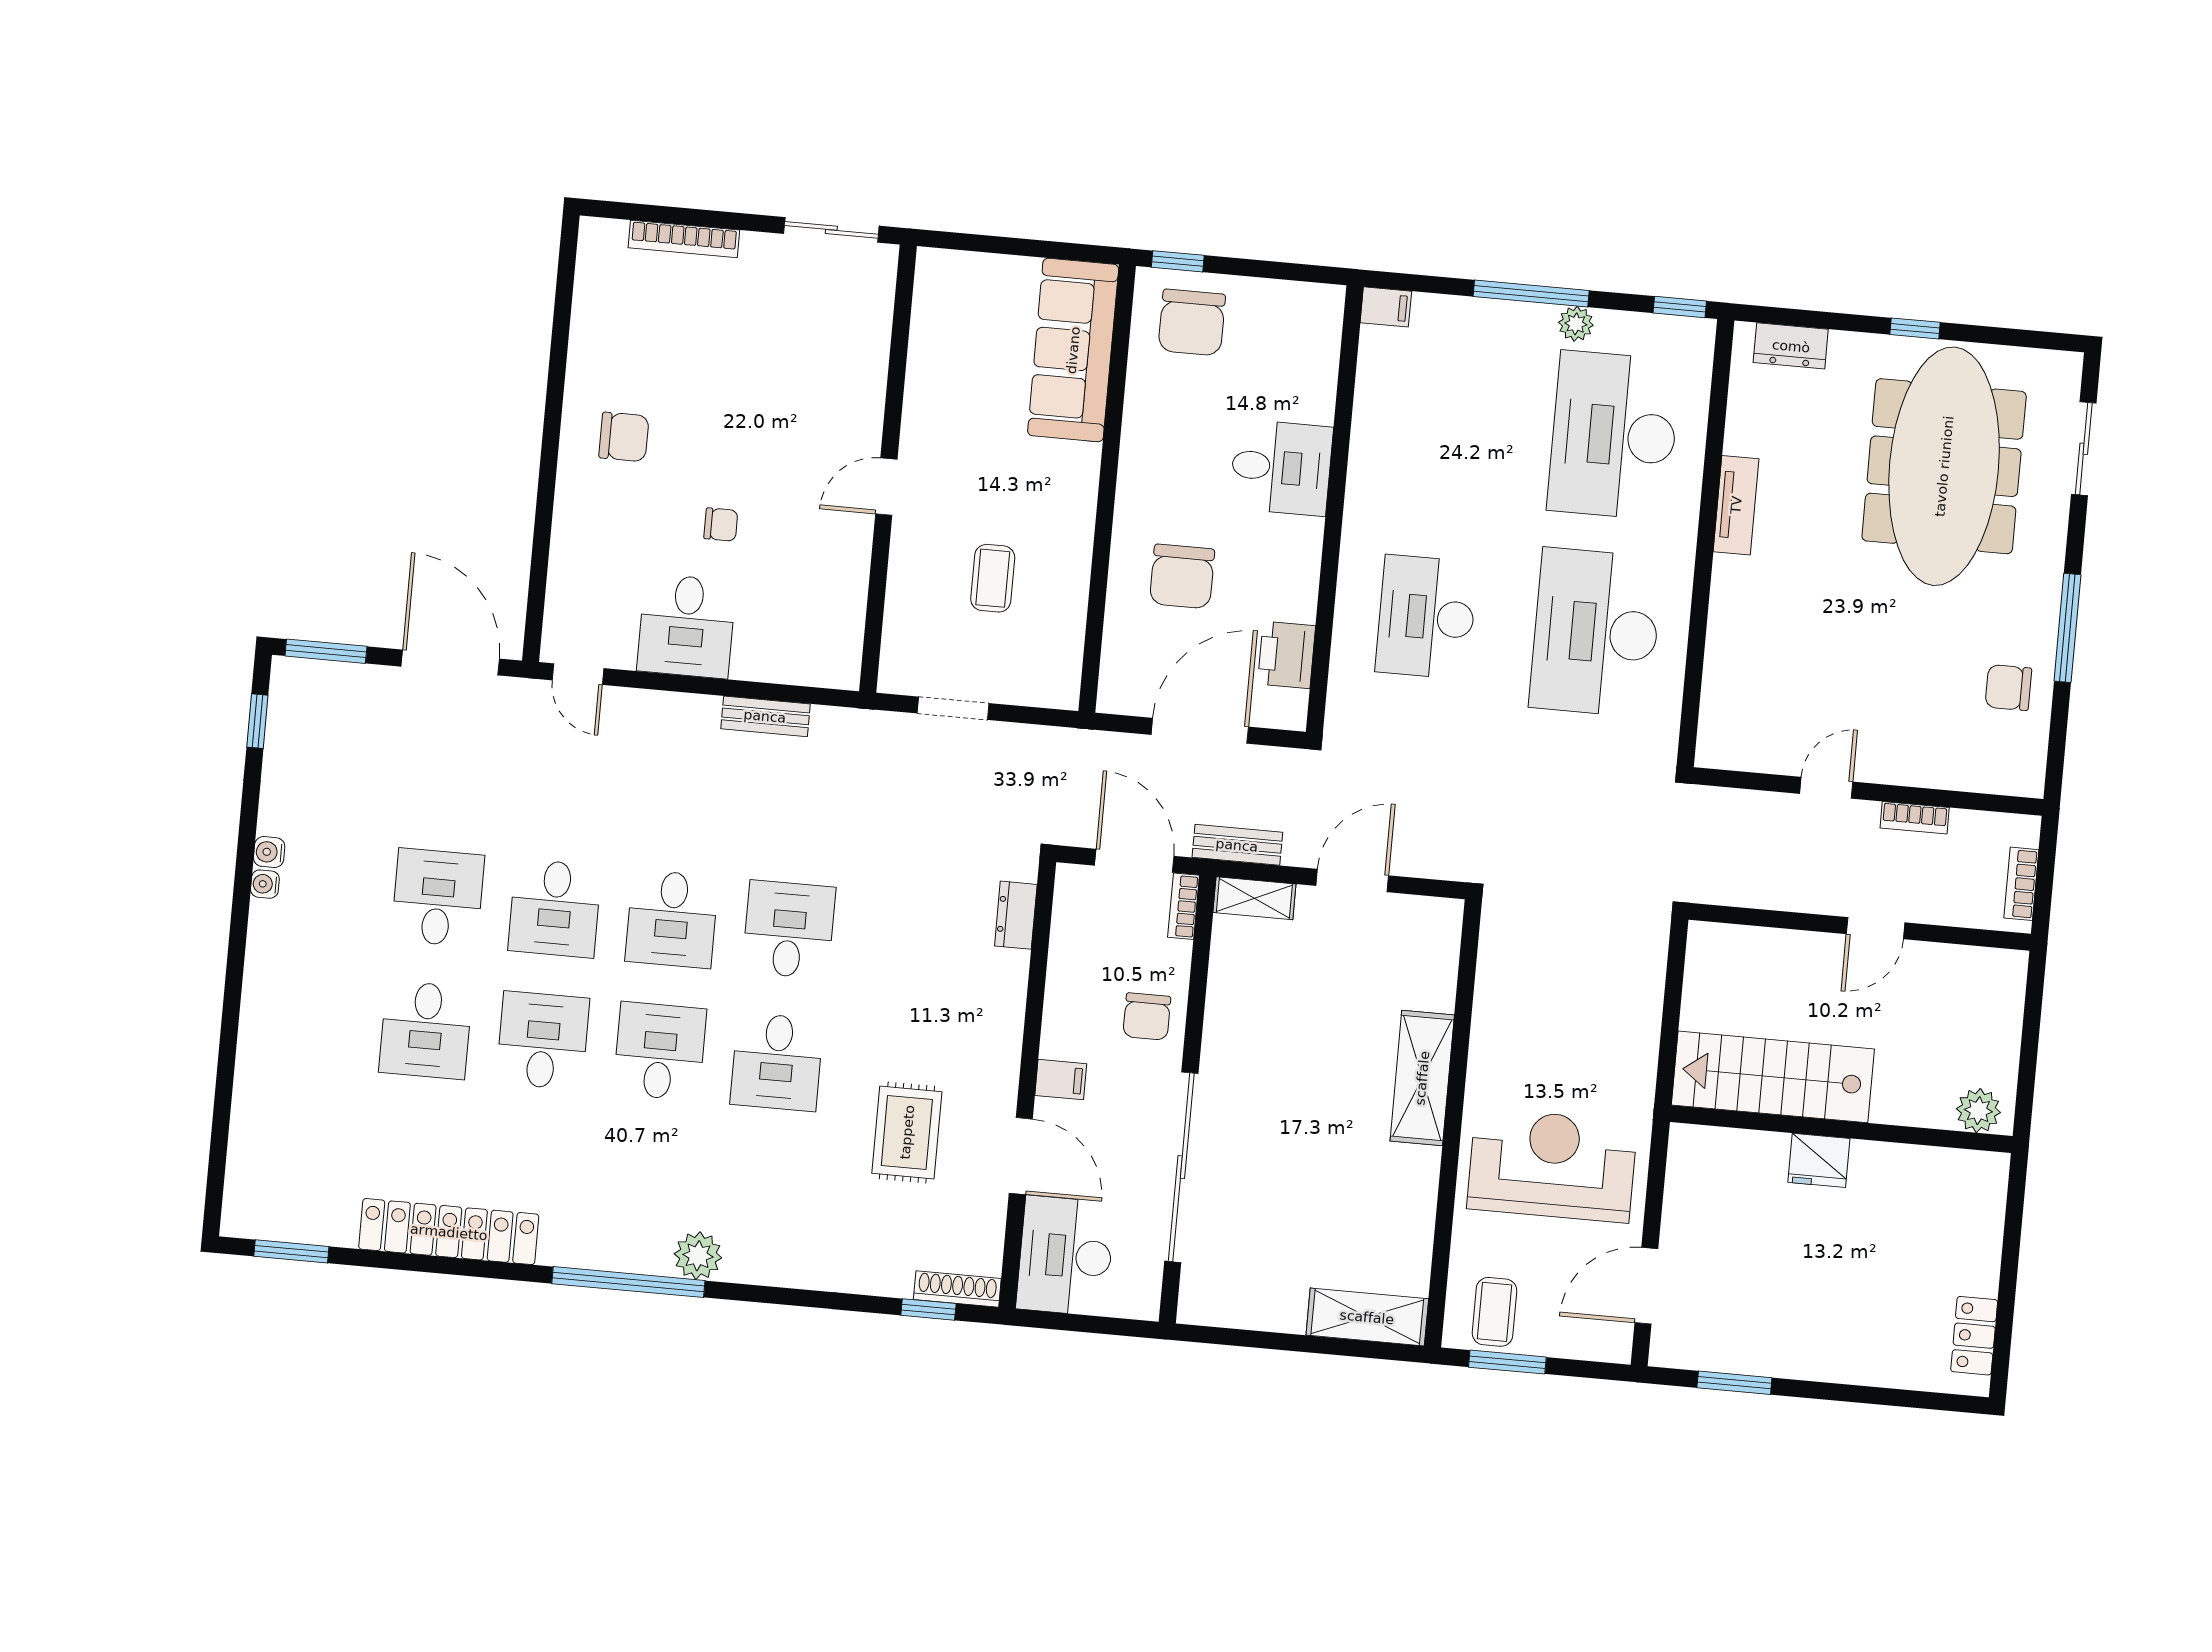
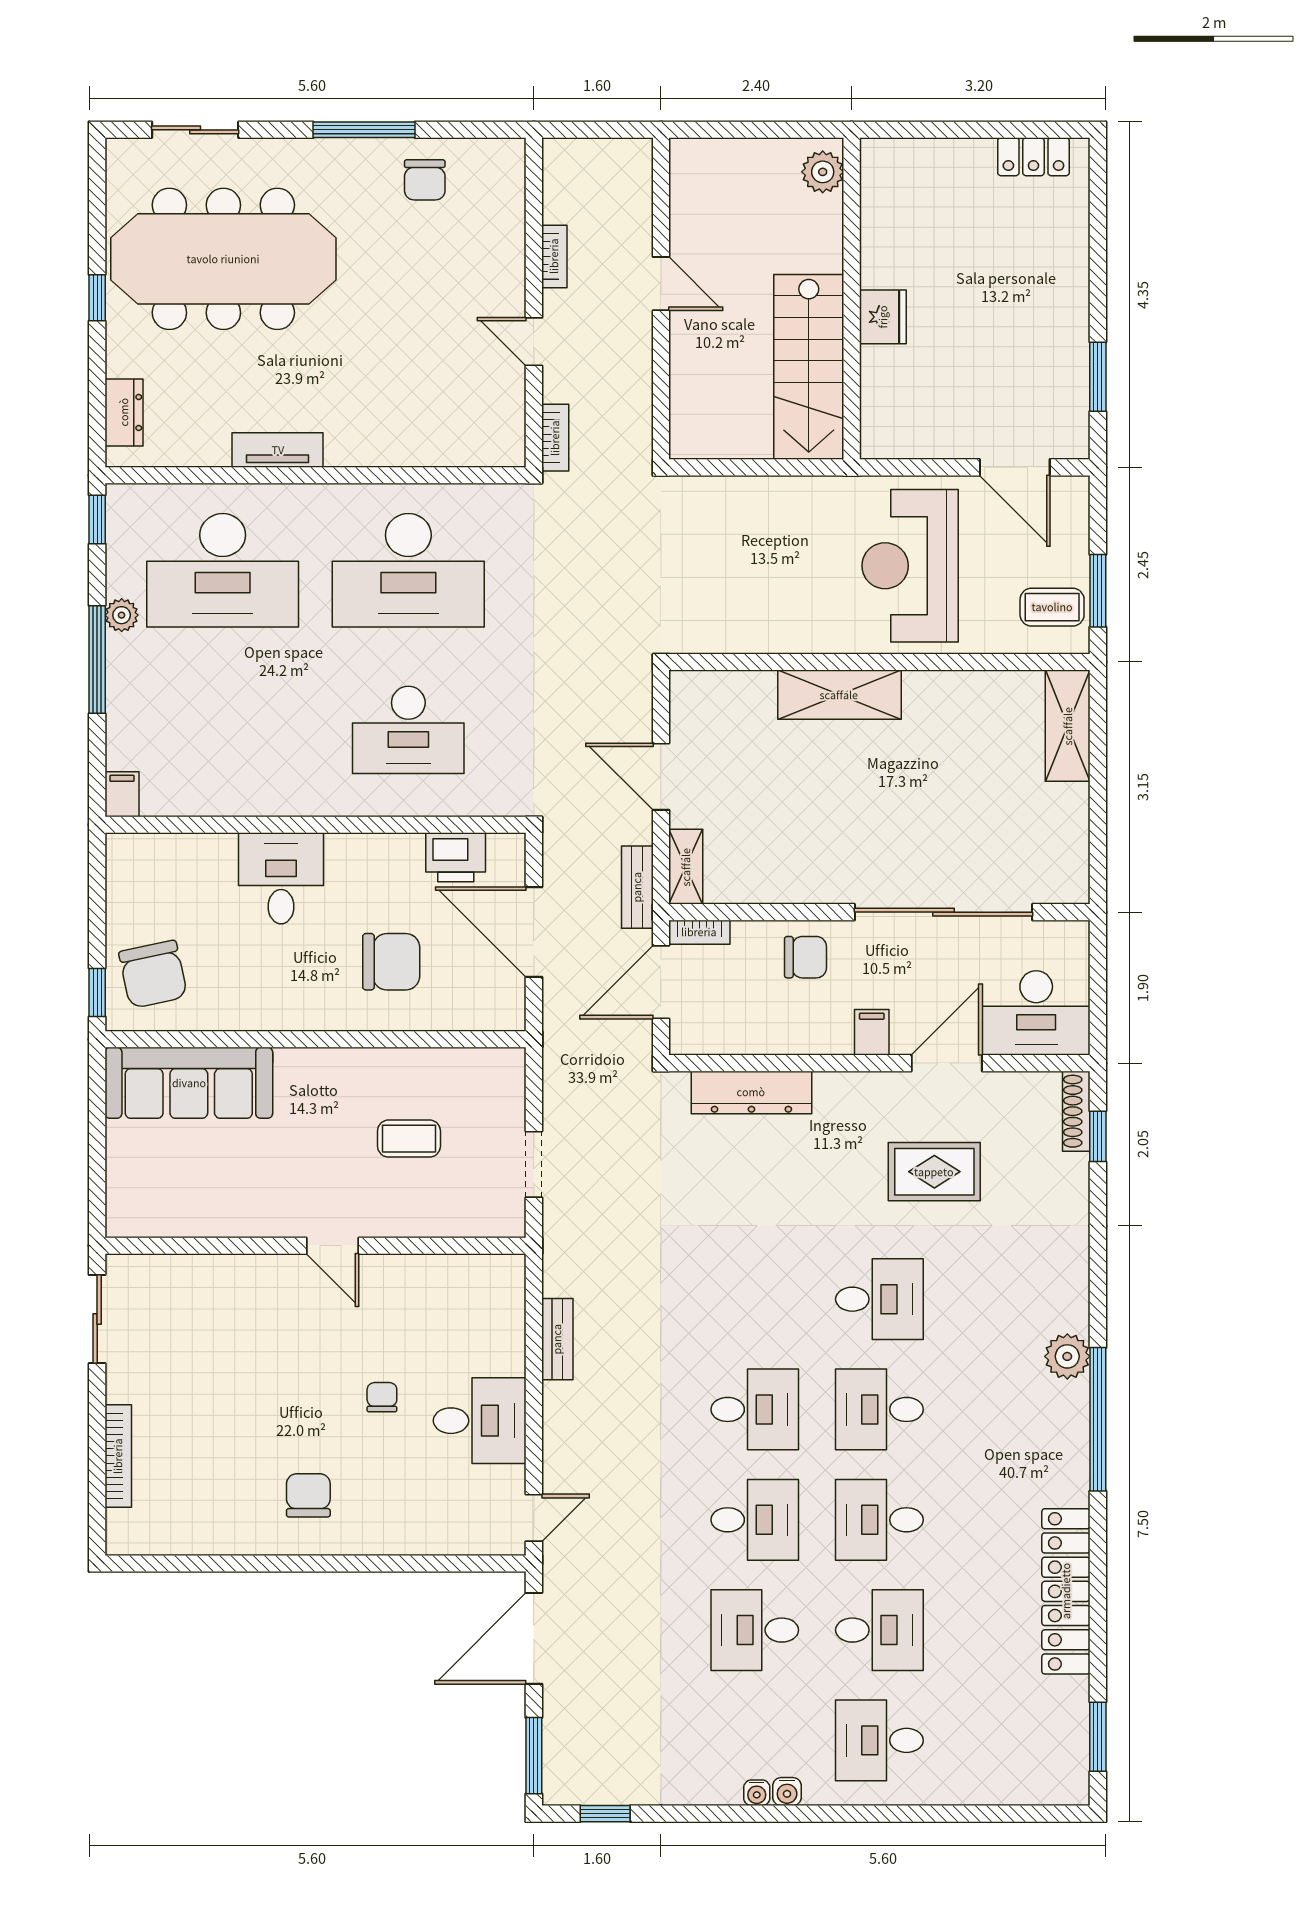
chair: (1192, 322) -> (153, 974), turned 78
water cooler: (269, 852) -> (787, 1792), moved
bookcase: (2021, 884) -> (555, 438), moved, turned -90
dresser: (1016, 915) -> (751, 1092), width x1.96, depth x1.24
desk: (789, 930) -> (879, 1740), moved

